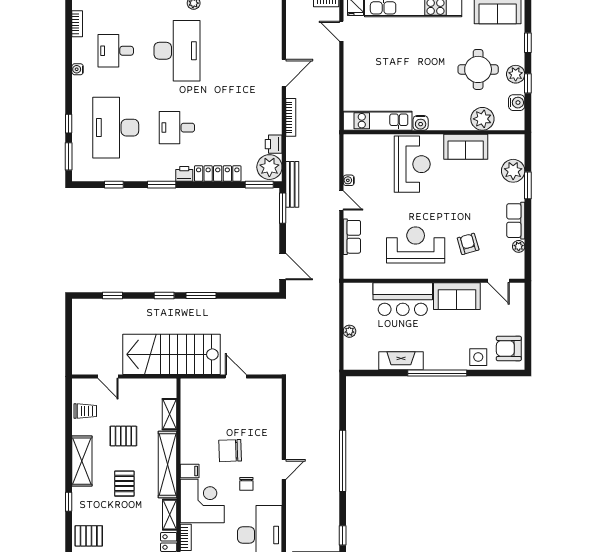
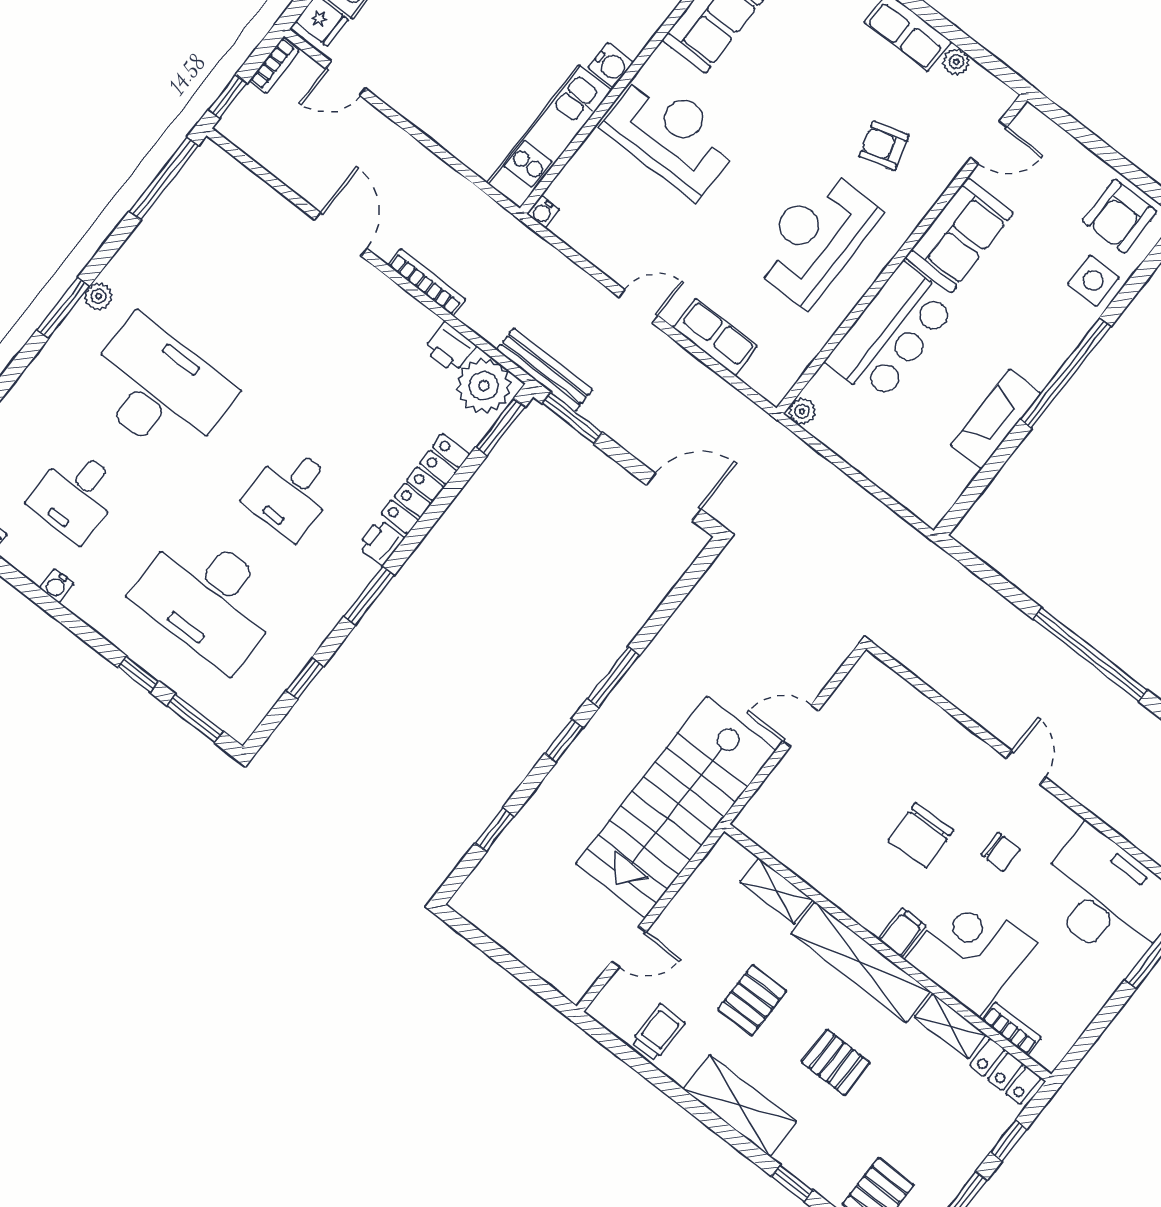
water cooler: (349, 180) -> (543, 212), moved
plant: (349, 331) -> (802, 411), moved

